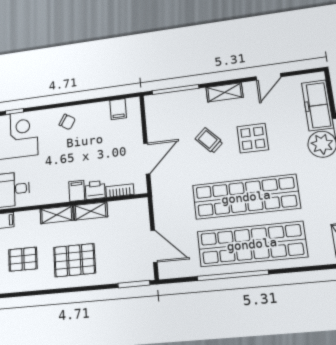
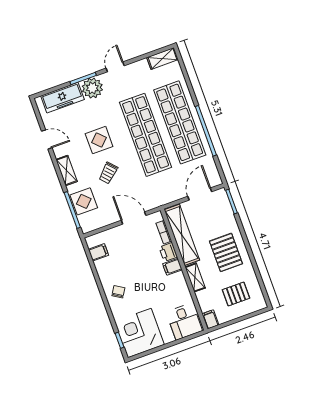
display table: (182, 105) -> (84, 201), added
shelving: (91, 211) -> (182, 235), width x2.20, depth x1.33
pallet: (23, 259) -> (236, 294), turned 90

